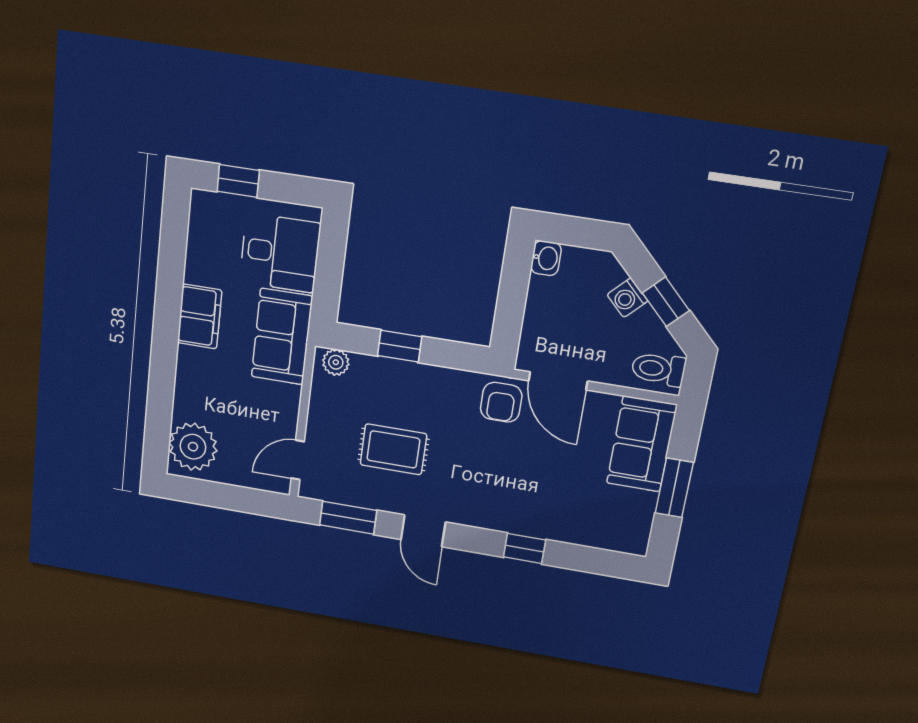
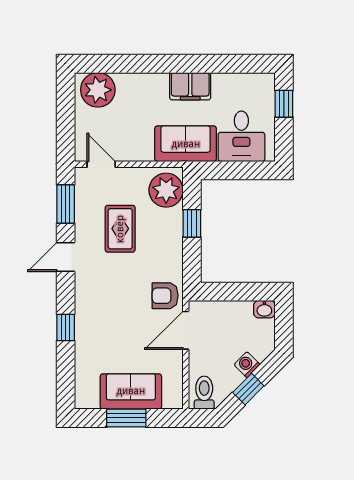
plant: (336, 362) -> (166, 190), width x1.88, depth x1.88
sofa: (642, 444) -> (131, 391), moved

